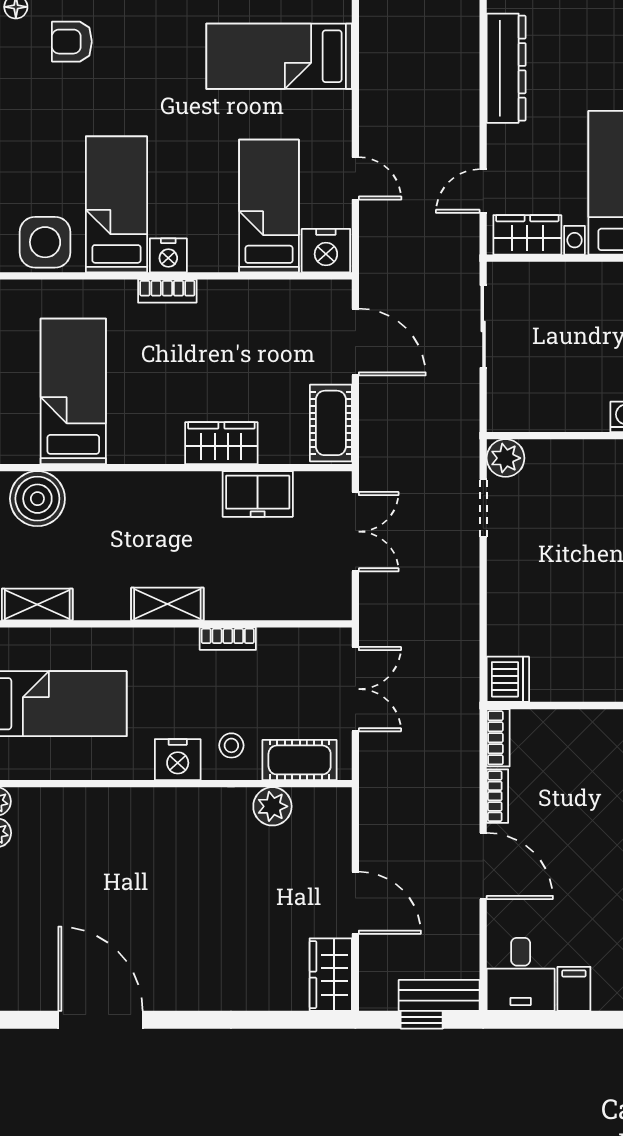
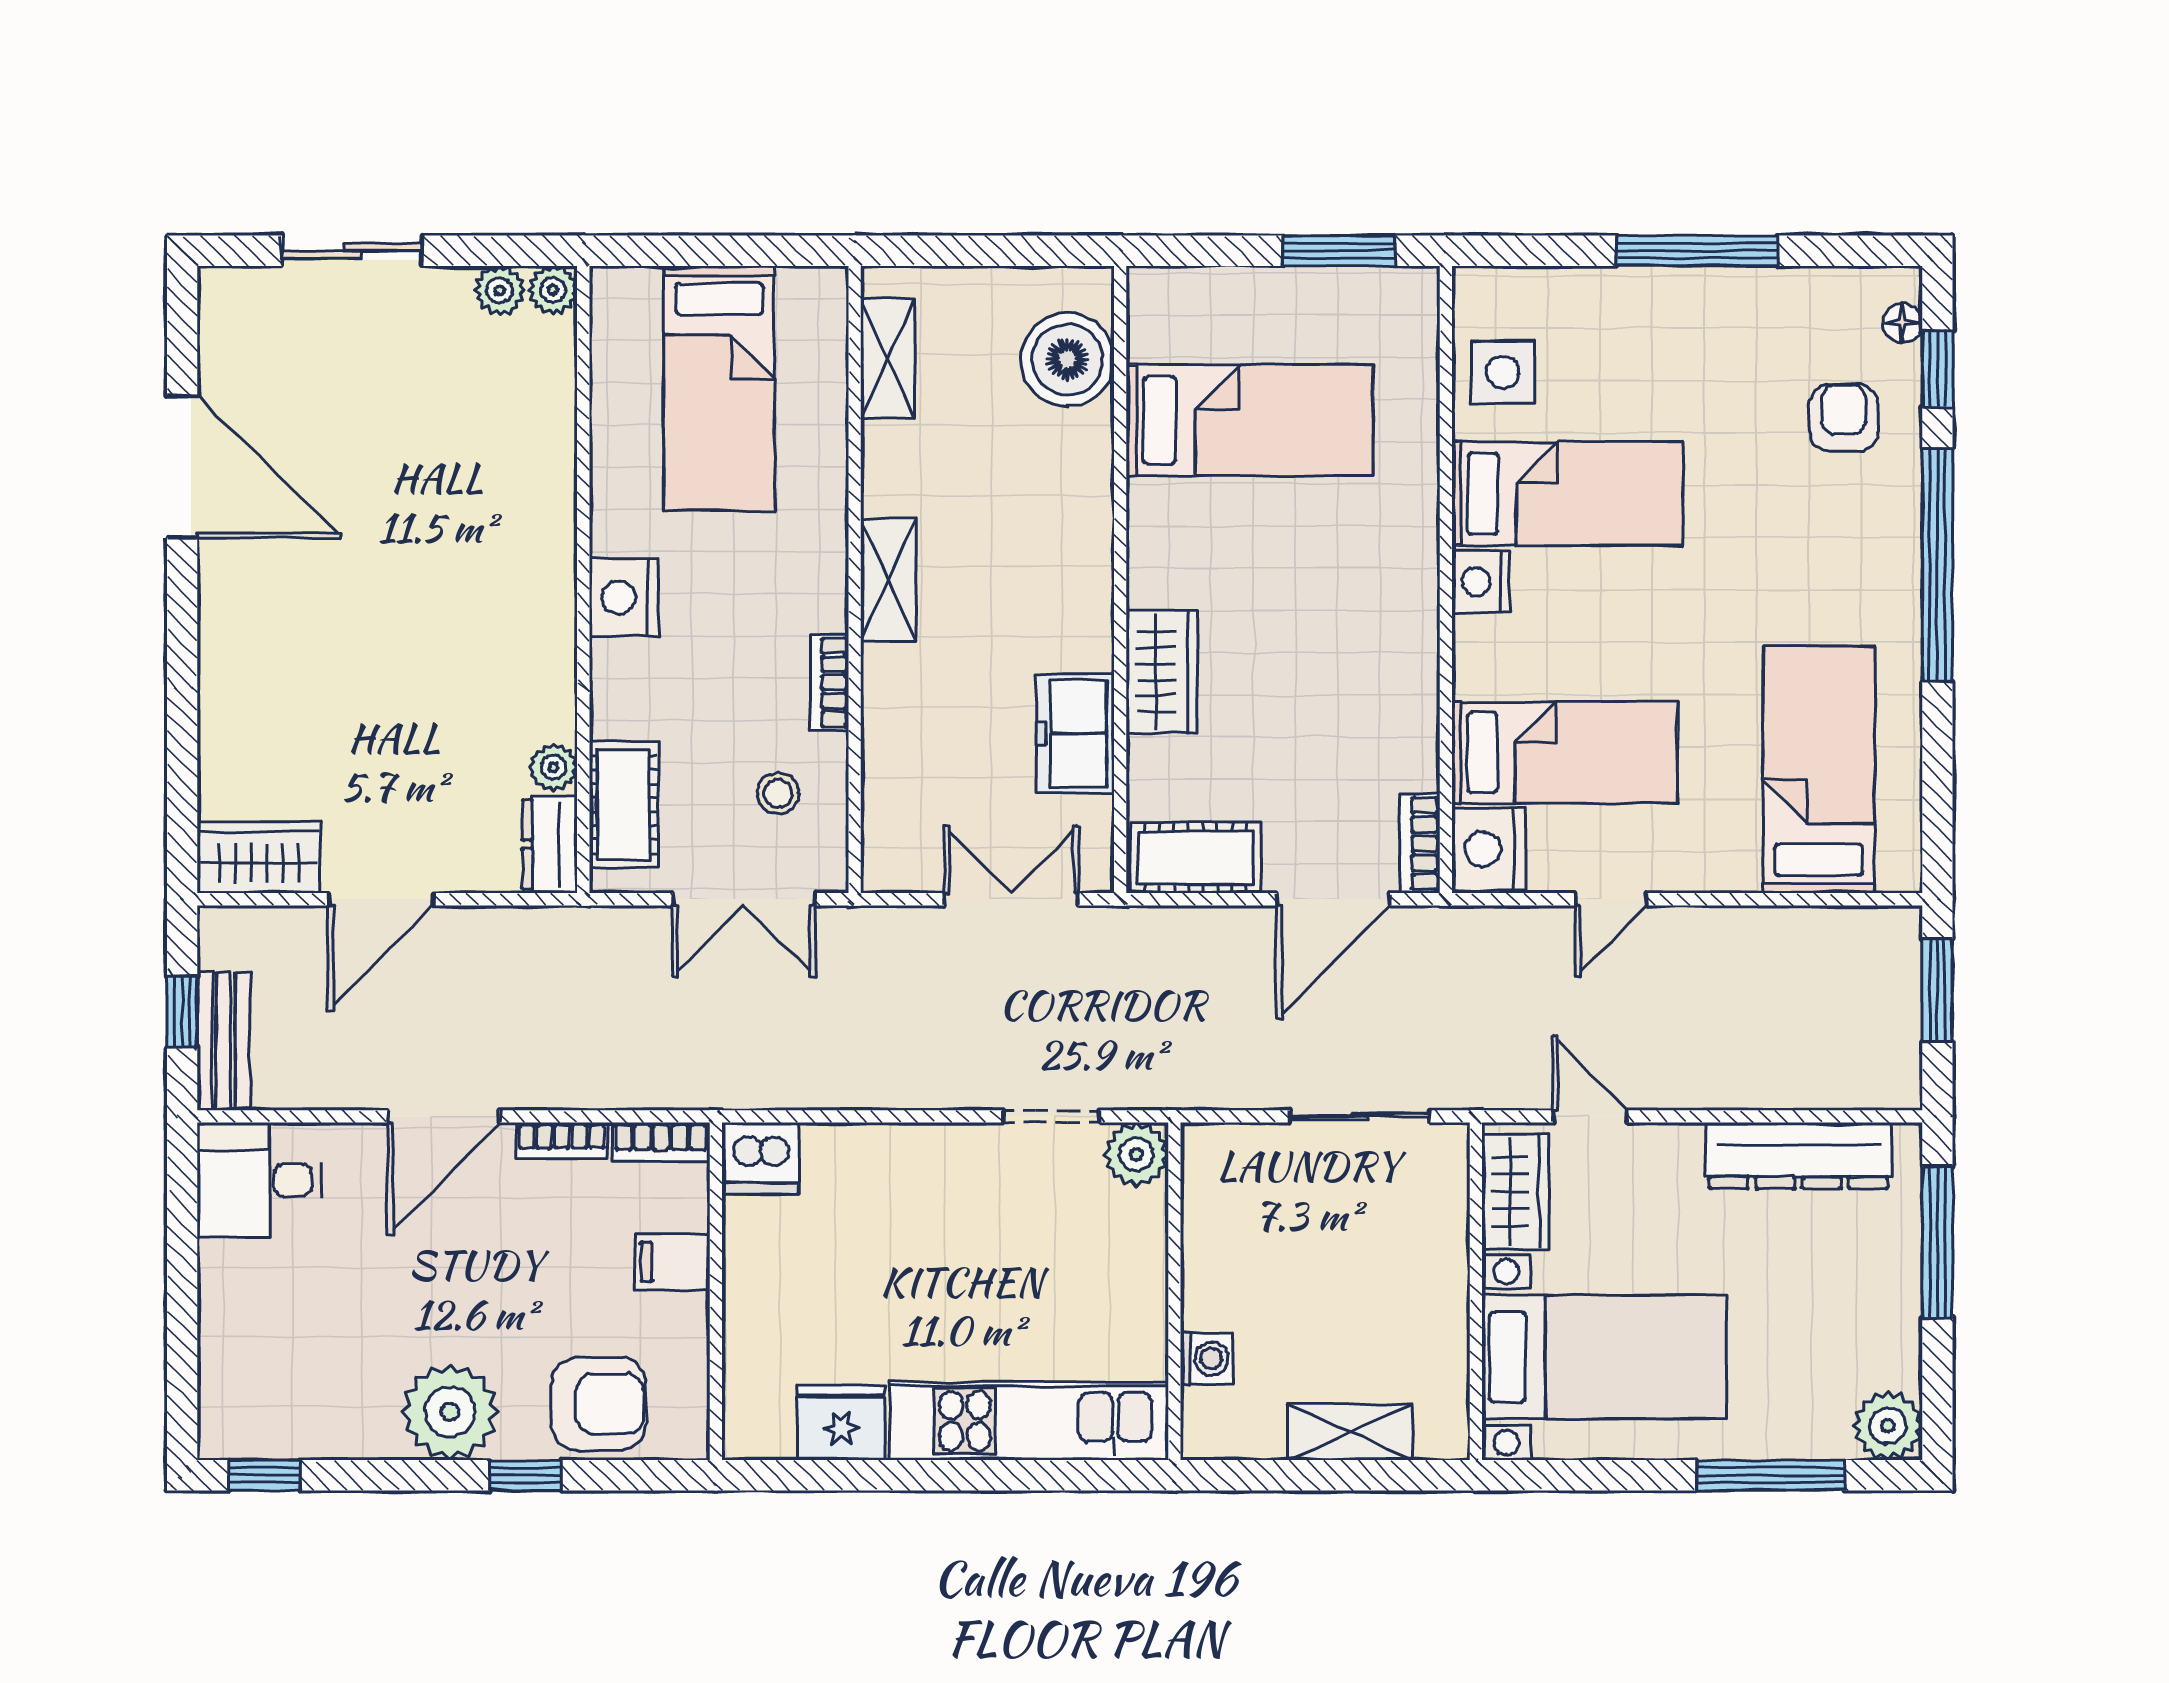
side table: (45, 242) -> (1503, 372), width x0.73, depth x0.73
bookcase: (167, 291) -> (1420, 844), moved
double door: (355, 532) -> (1011, 899), swing flipped
stool: (231, 745) -> (778, 794), moved
dresser: (323, 803) -> (550, 844), added
plant: (272, 806) -> (554, 767), width x0.73, depth x0.73
filing cabinet: (574, 989) -> (672, 1262), moved, turned 180
door: (100, 1020) -> (182, 466), hinge flipped

